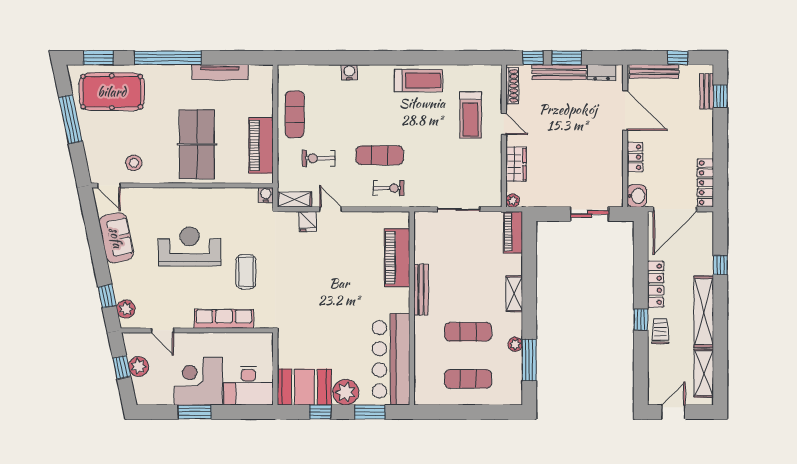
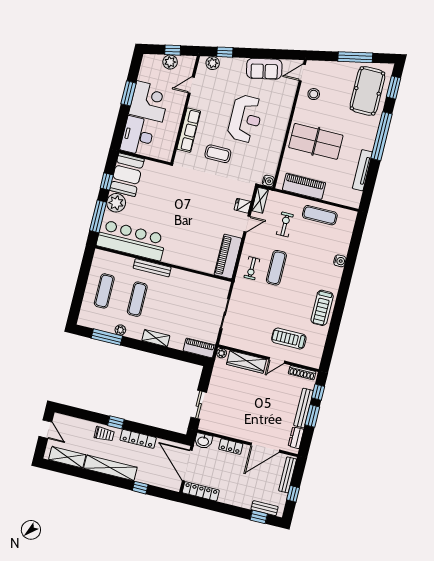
wardrobe: (516, 164) -> (246, 362), width x1.50
piano: (397, 258) -> (228, 256), moved, turned -90
bench: (421, 290) -> (152, 268), moved
window: (370, 412) -> (98, 216), width x1.44

